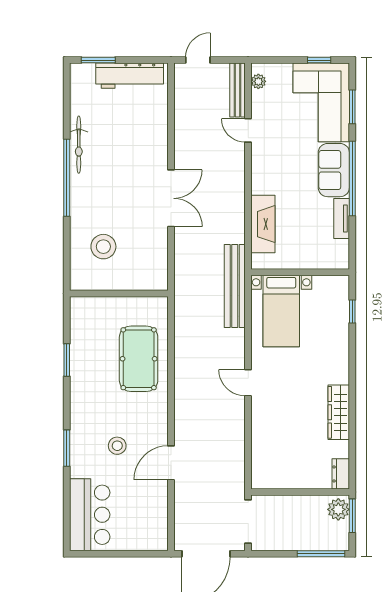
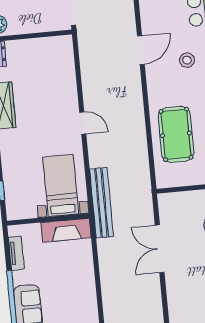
double door: (171, 198) -> (160, 249), moved
tv unit: (342, 218) -> (16, 253), moved
fireplace: (263, 224) -> (66, 230), moved, turned -90

